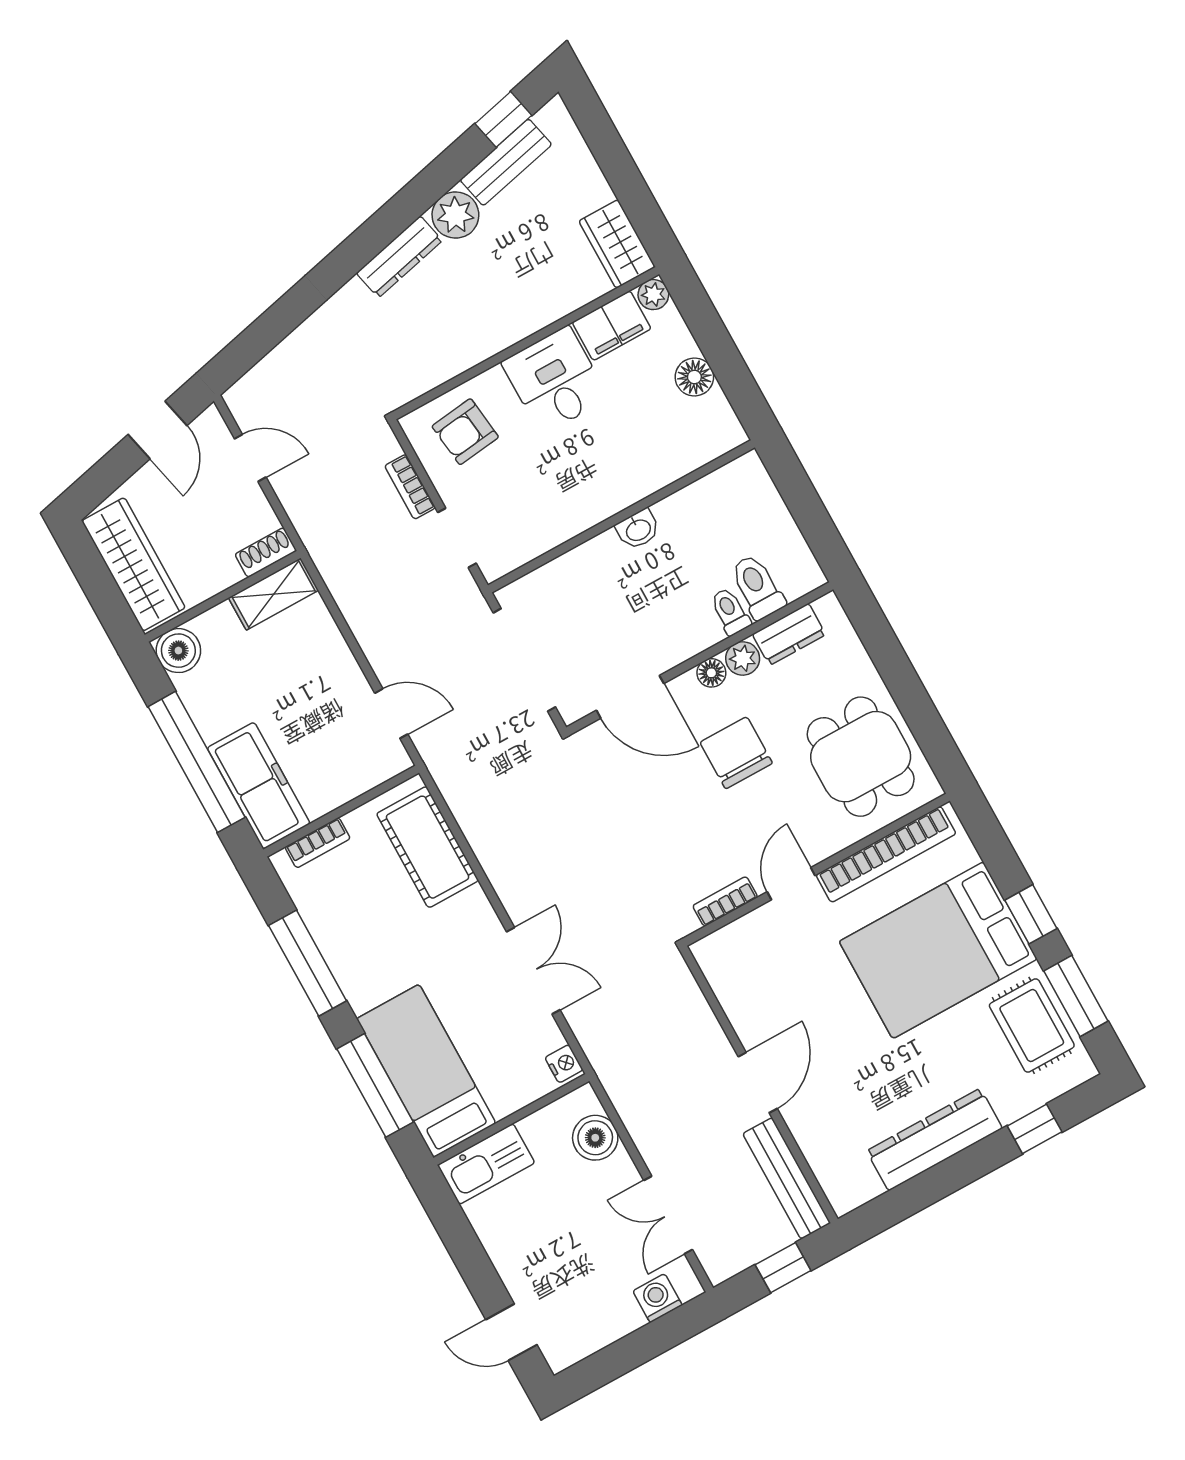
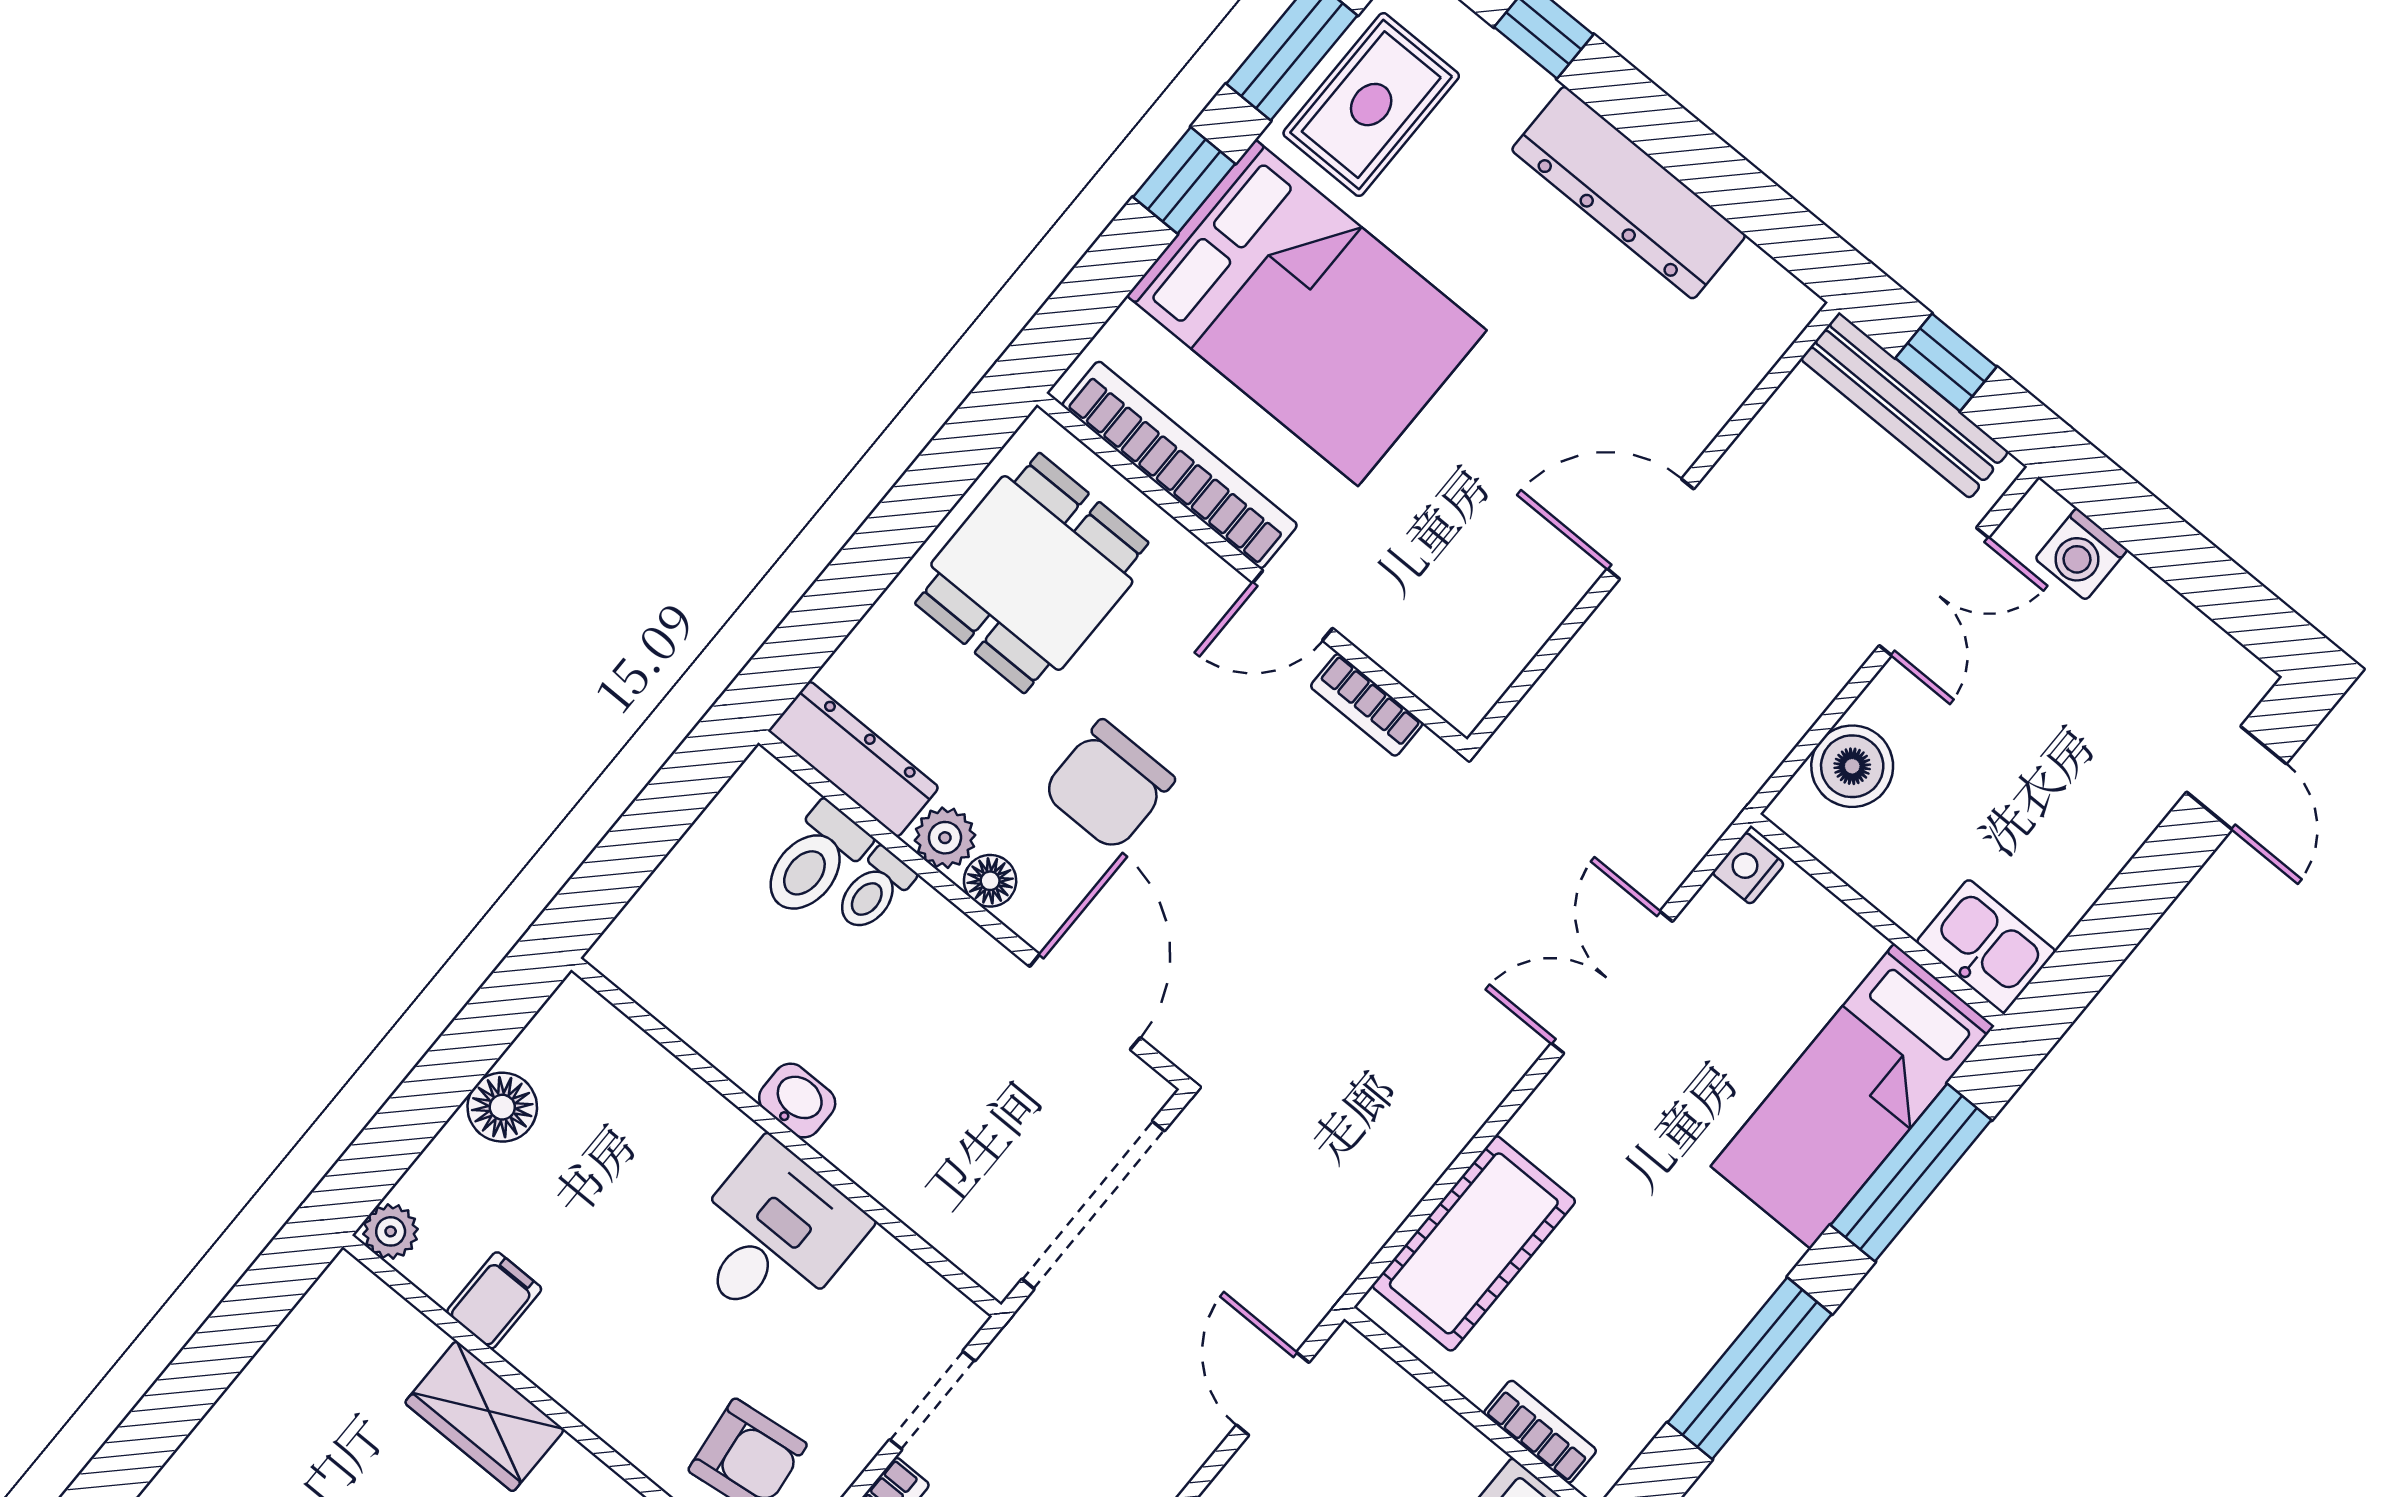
wardrobe: (617, 244) -> (484, 1416), moved, turned 90
filing cabinet: (612, 326) -> (494, 1300), width x0.50
desk: (555, 380) -> (773, 1236), moved, turned 180
dresser: (789, 634) -> (853, 759), width x1.44
kitchen sink: (486, 1164) -> (1986, 947), width x0.73
bench: (787, 1178) -> (1904, 405), moved, turned 90

